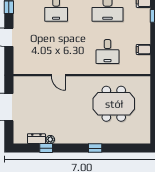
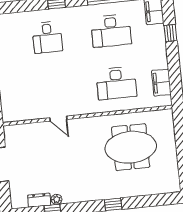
filing cabinet: (143, 50) -> (161, 83), width x2.00
desk: (107, 52) -> (116, 83), width x1.37

